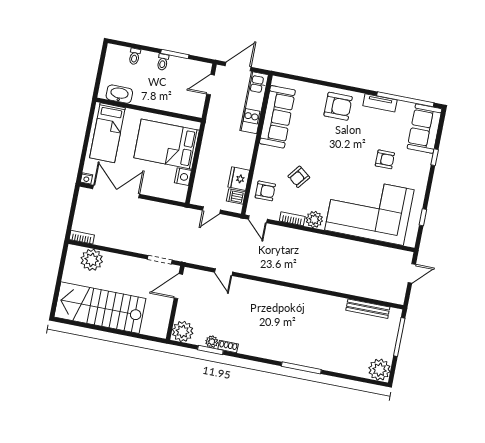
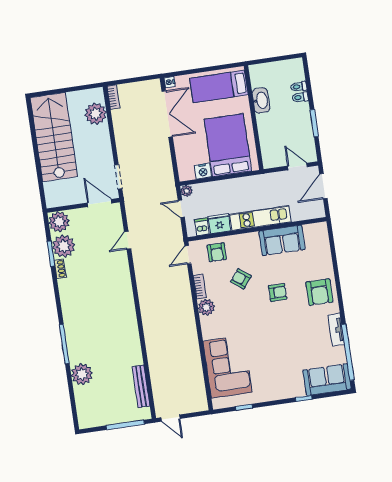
toilet: (163, 62) -> (300, 97), moved
door: (238, 66) -> (323, 186), swing flipped
washbasin: (119, 94) -> (261, 100), moved
kitchen unit: (254, 103) -> (260, 218), moved
sofa: (277, 117) -> (282, 240), width x0.73
armchair: (385, 159) -> (278, 292), moved, turned -90
plant: (196, 199) -> (187, 191), added
corner sofa: (369, 210) -> (228, 367), width x0.73, depth x0.74
door: (412, 273) -> (170, 418), moved
plant: (212, 342) -> (64, 246), width x1.88, depth x1.88
plant: (379, 370) -> (82, 374), moved

